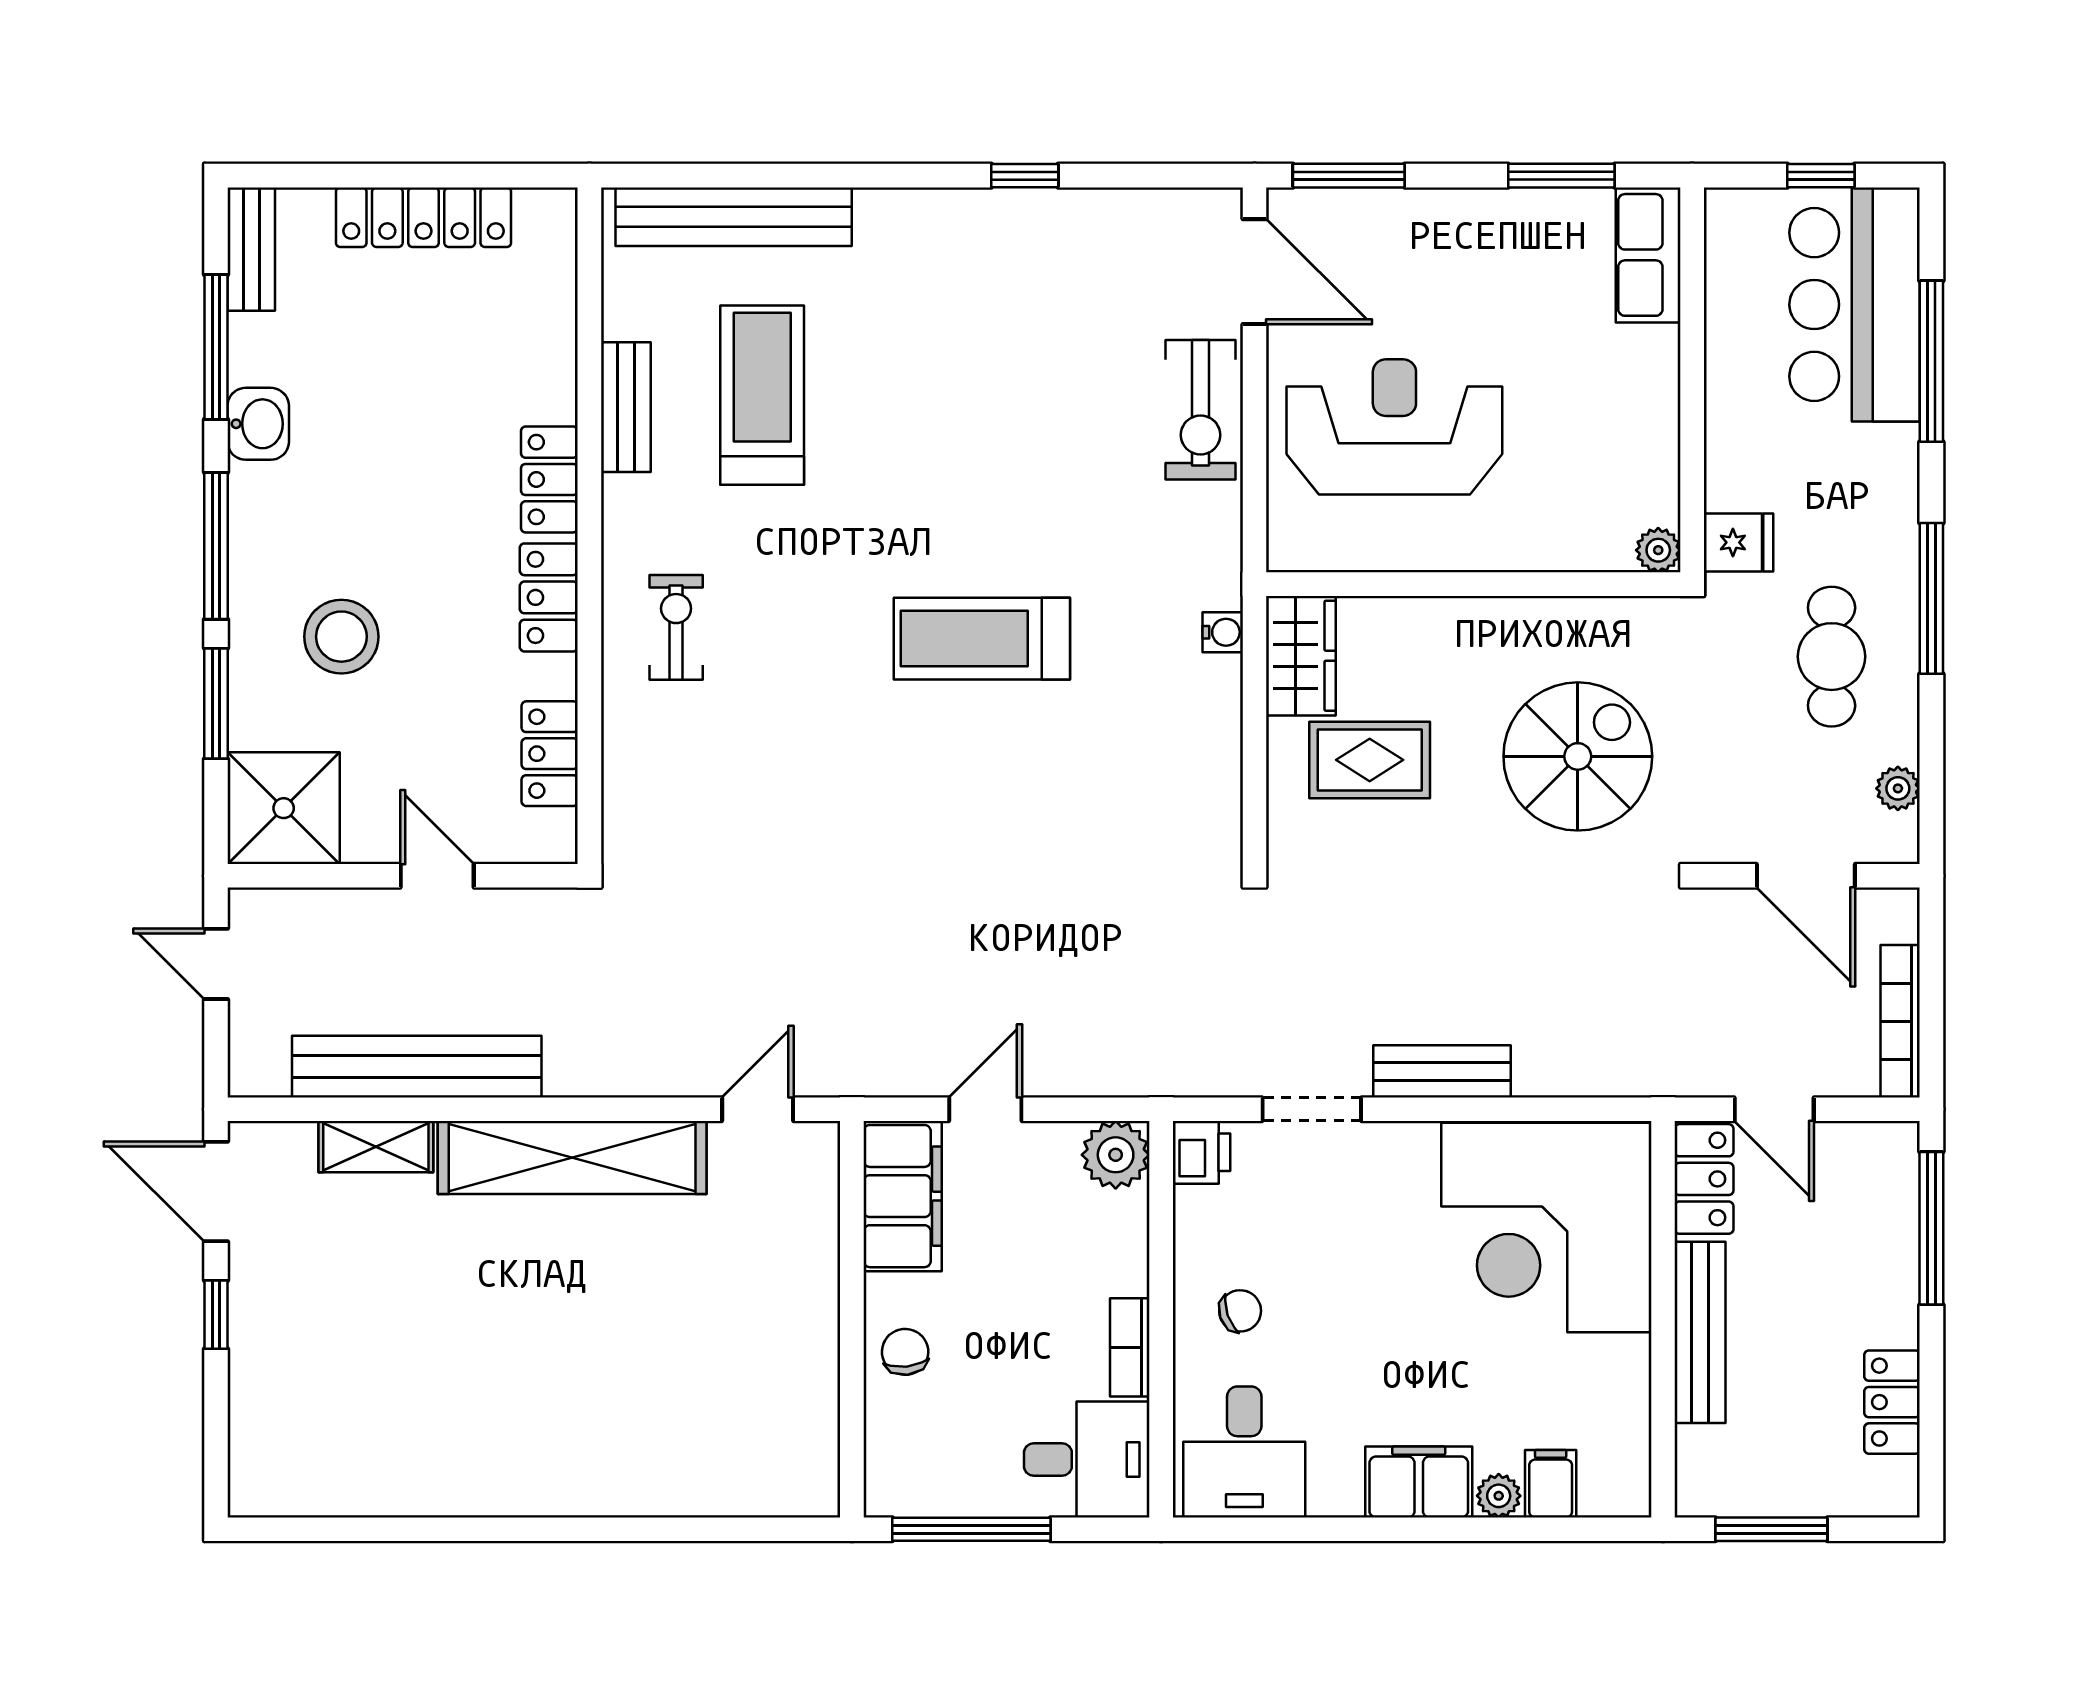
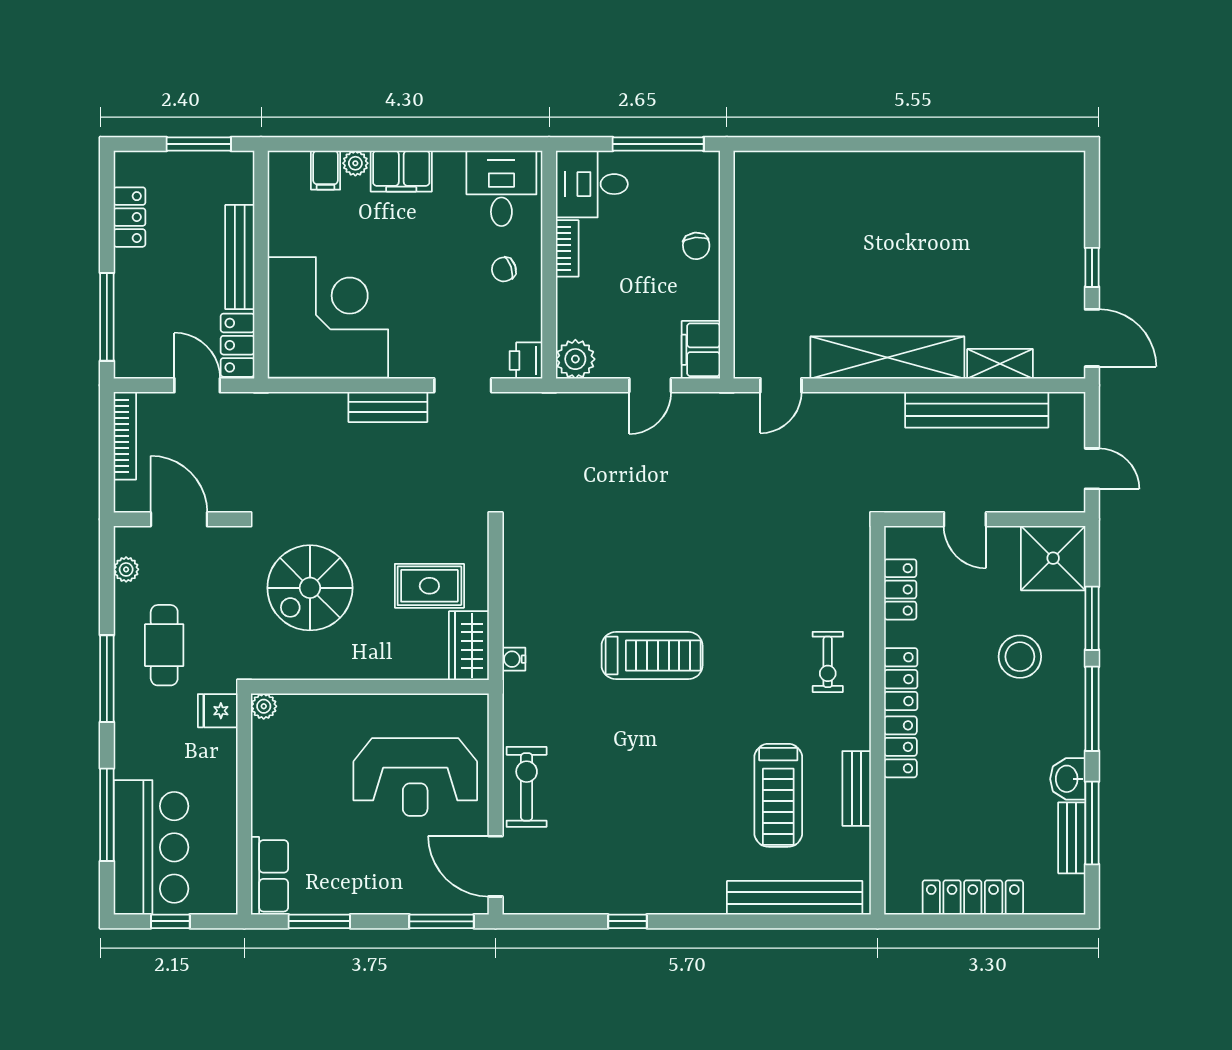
bench: (251, 249) -> (1072, 838), moved
filing cabinet: (903, 1196) -> (701, 350), width x0.67, depth x0.86

